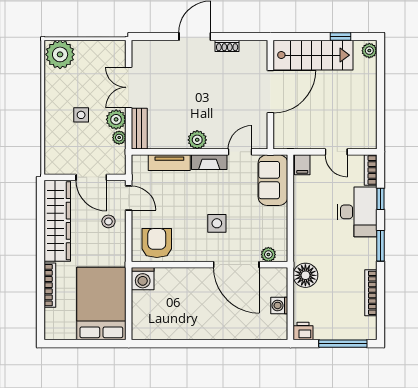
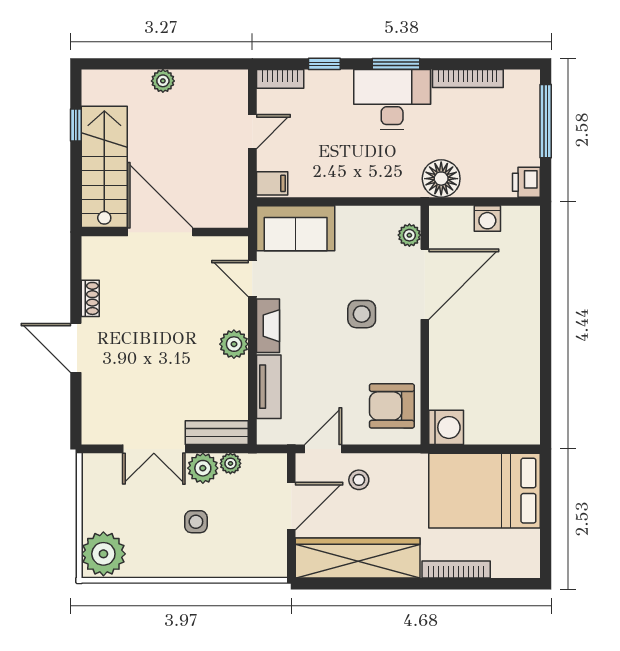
plant: (369, 51) -> (163, 81), moved
desk: (357, 212) -> (392, 99), moved

